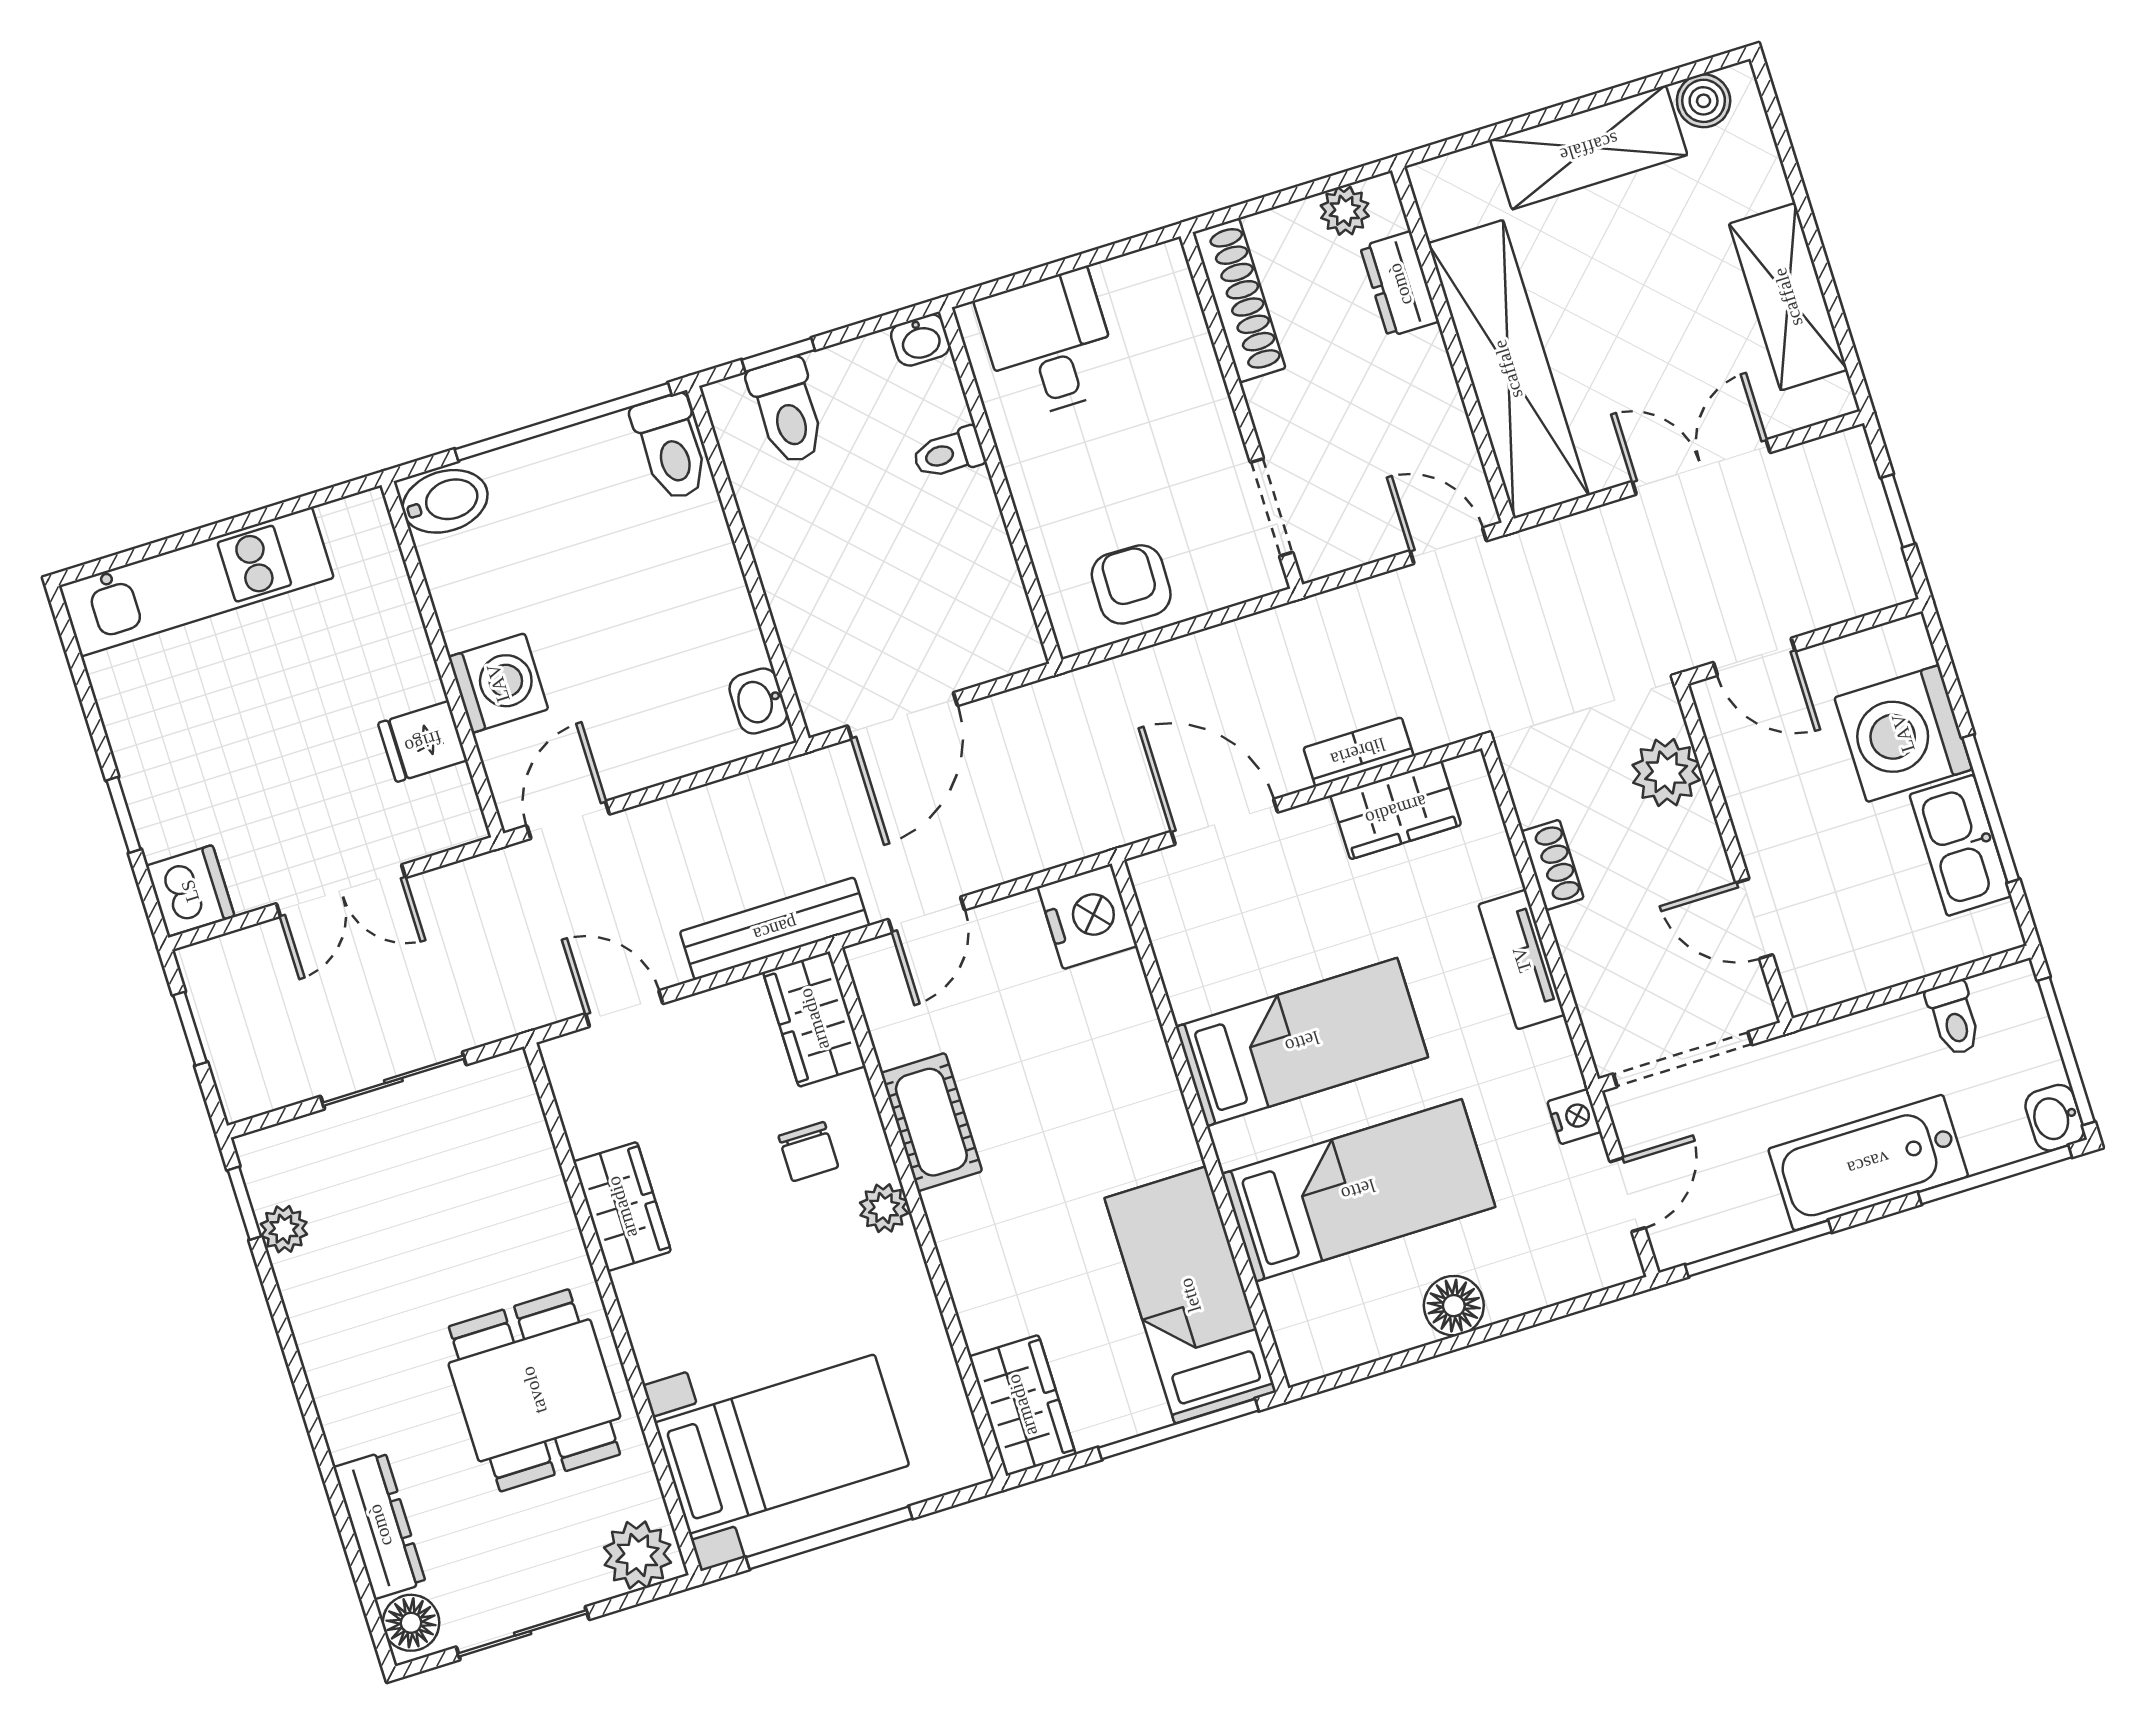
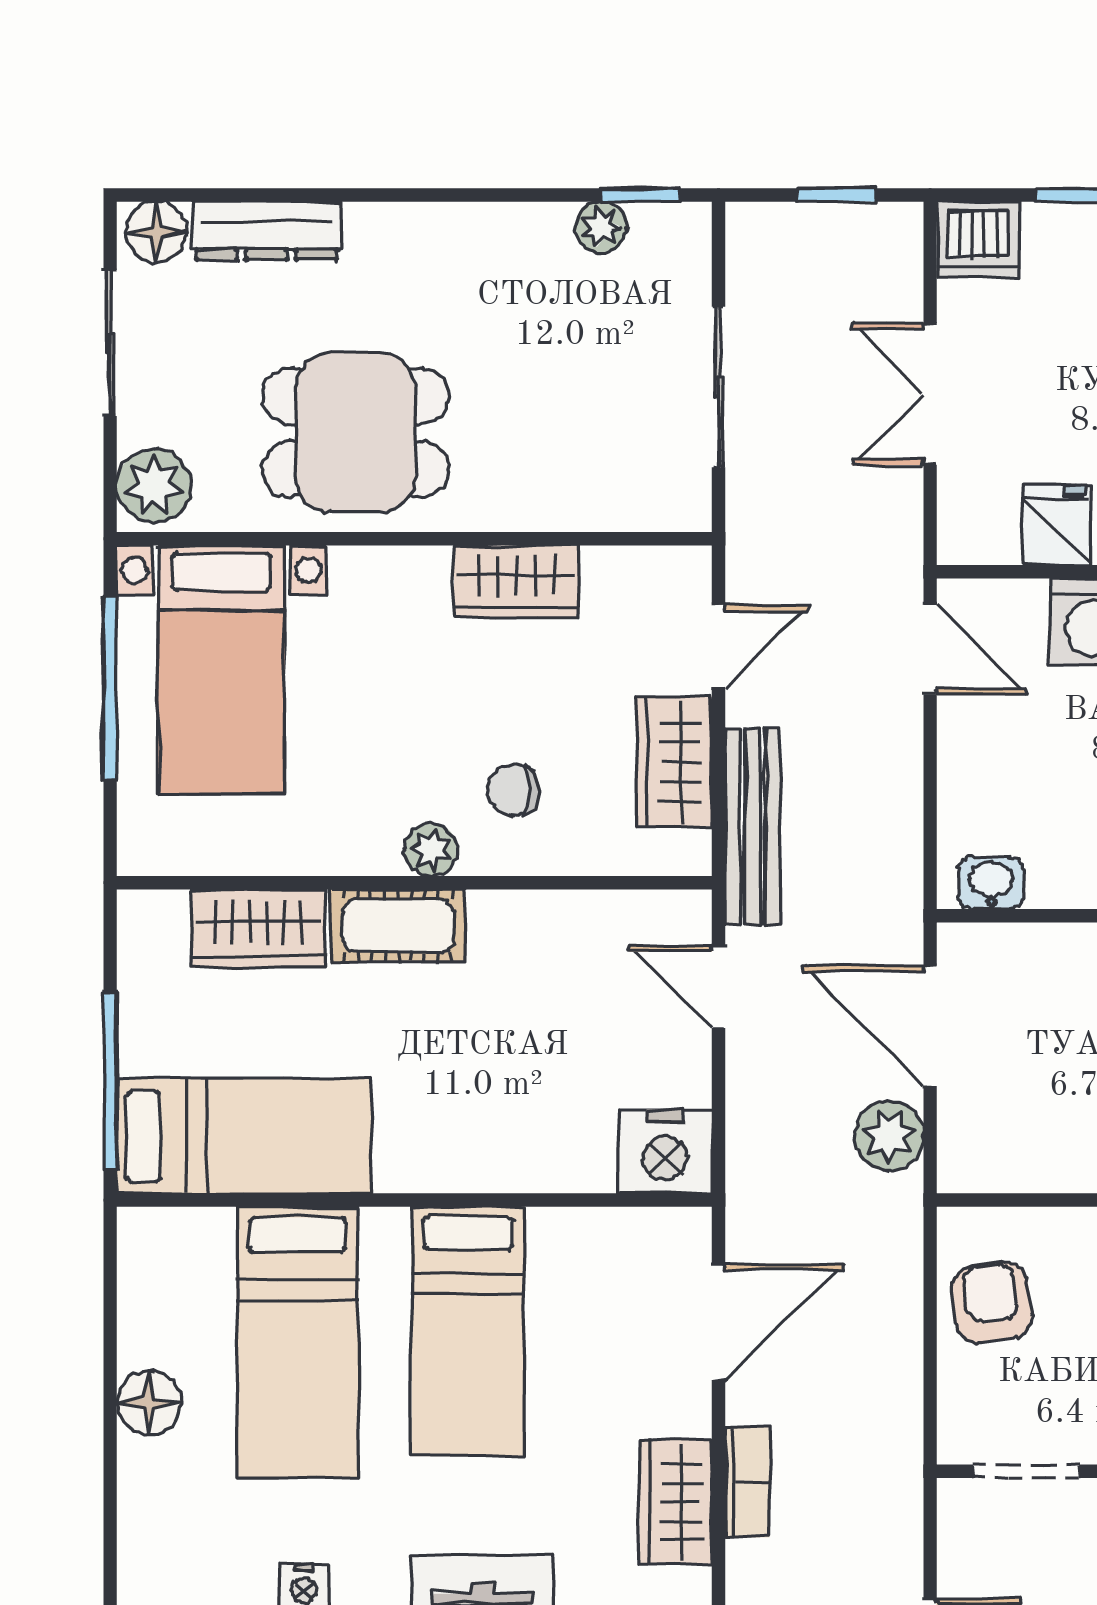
armchair: (1131, 584) -> (992, 1302), turned -99
plant: (1011, 722) -> (889, 1135), added
wardrobe: (814, 1019) -> (674, 762), moved, turned -90
cot: (931, 1122) -> (398, 926), moved
wardrobe: (1022, 1405) -> (258, 928), moved

